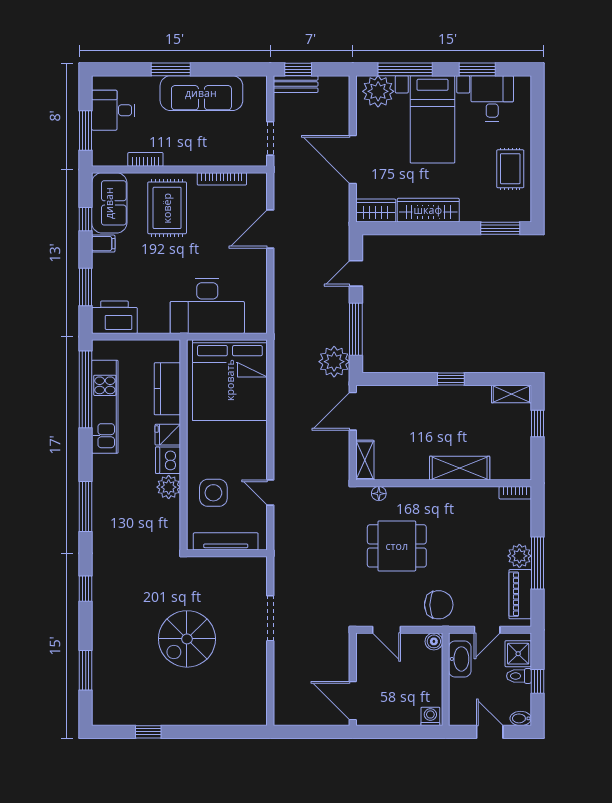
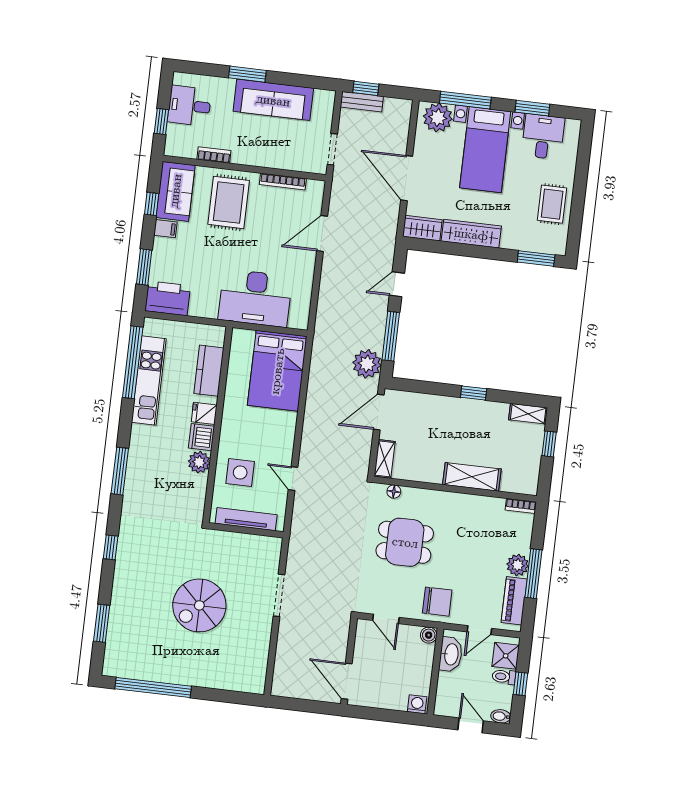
window: (86, 131) -> (161, 122), width x0.67
bed: (230, 380) -> (277, 371), width x0.73
window: (148, 732) -> (153, 687), width x3.17

